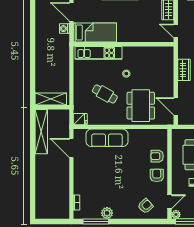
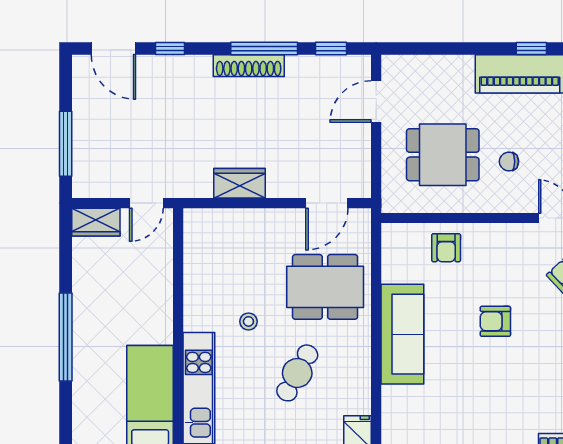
sofa: (107, 138) -> (402, 334), moved
armchair: (157, 175) -> (495, 321), moved

